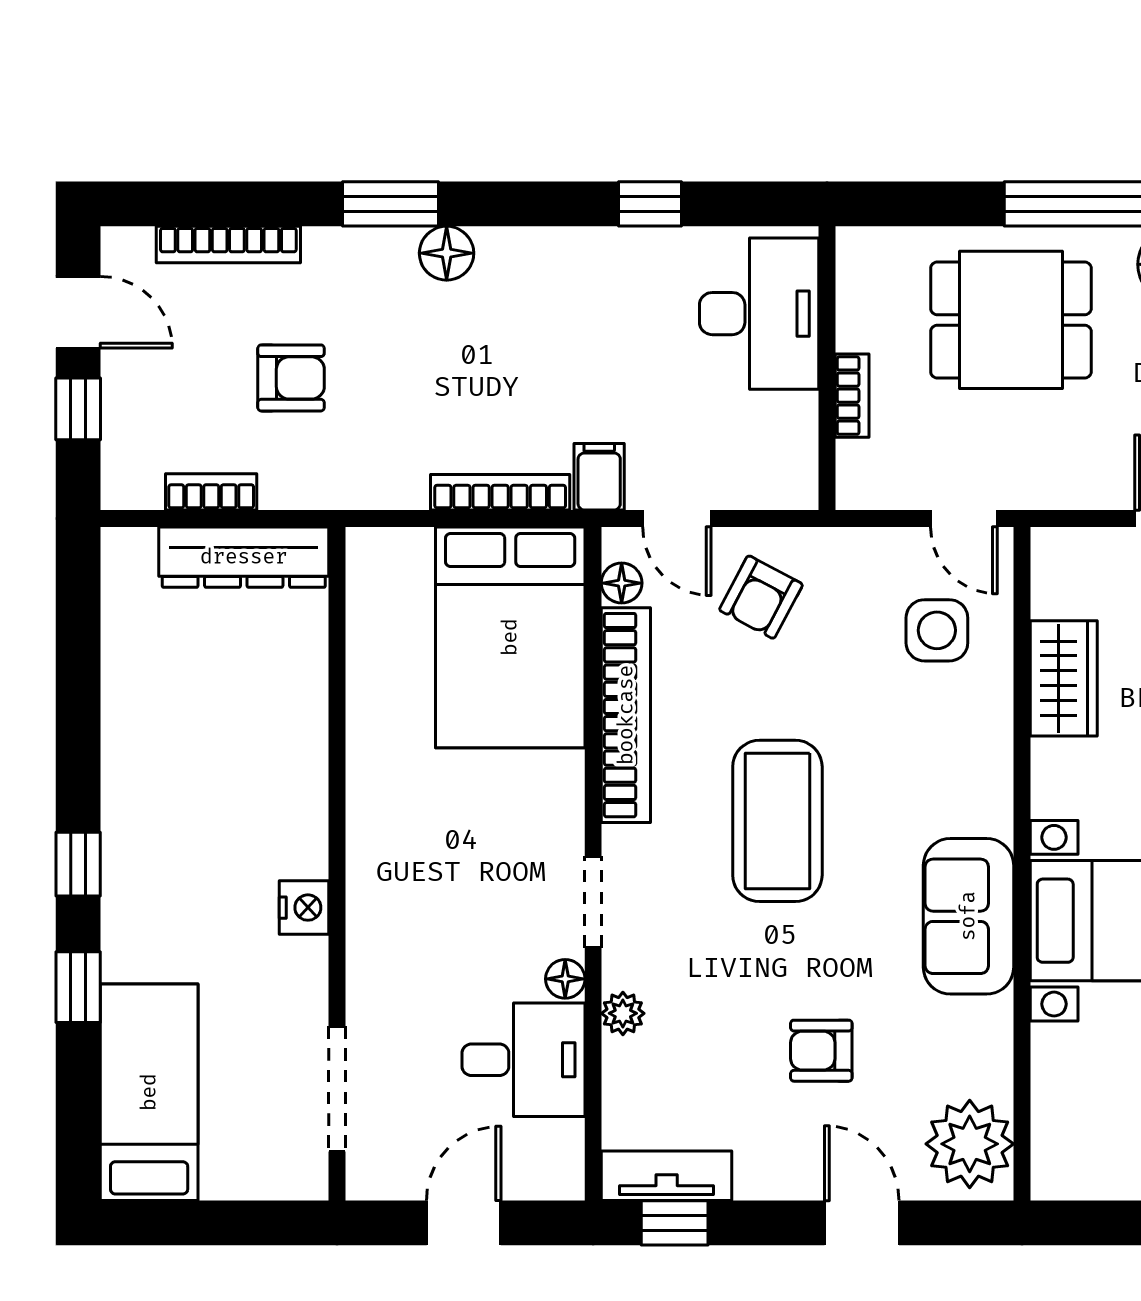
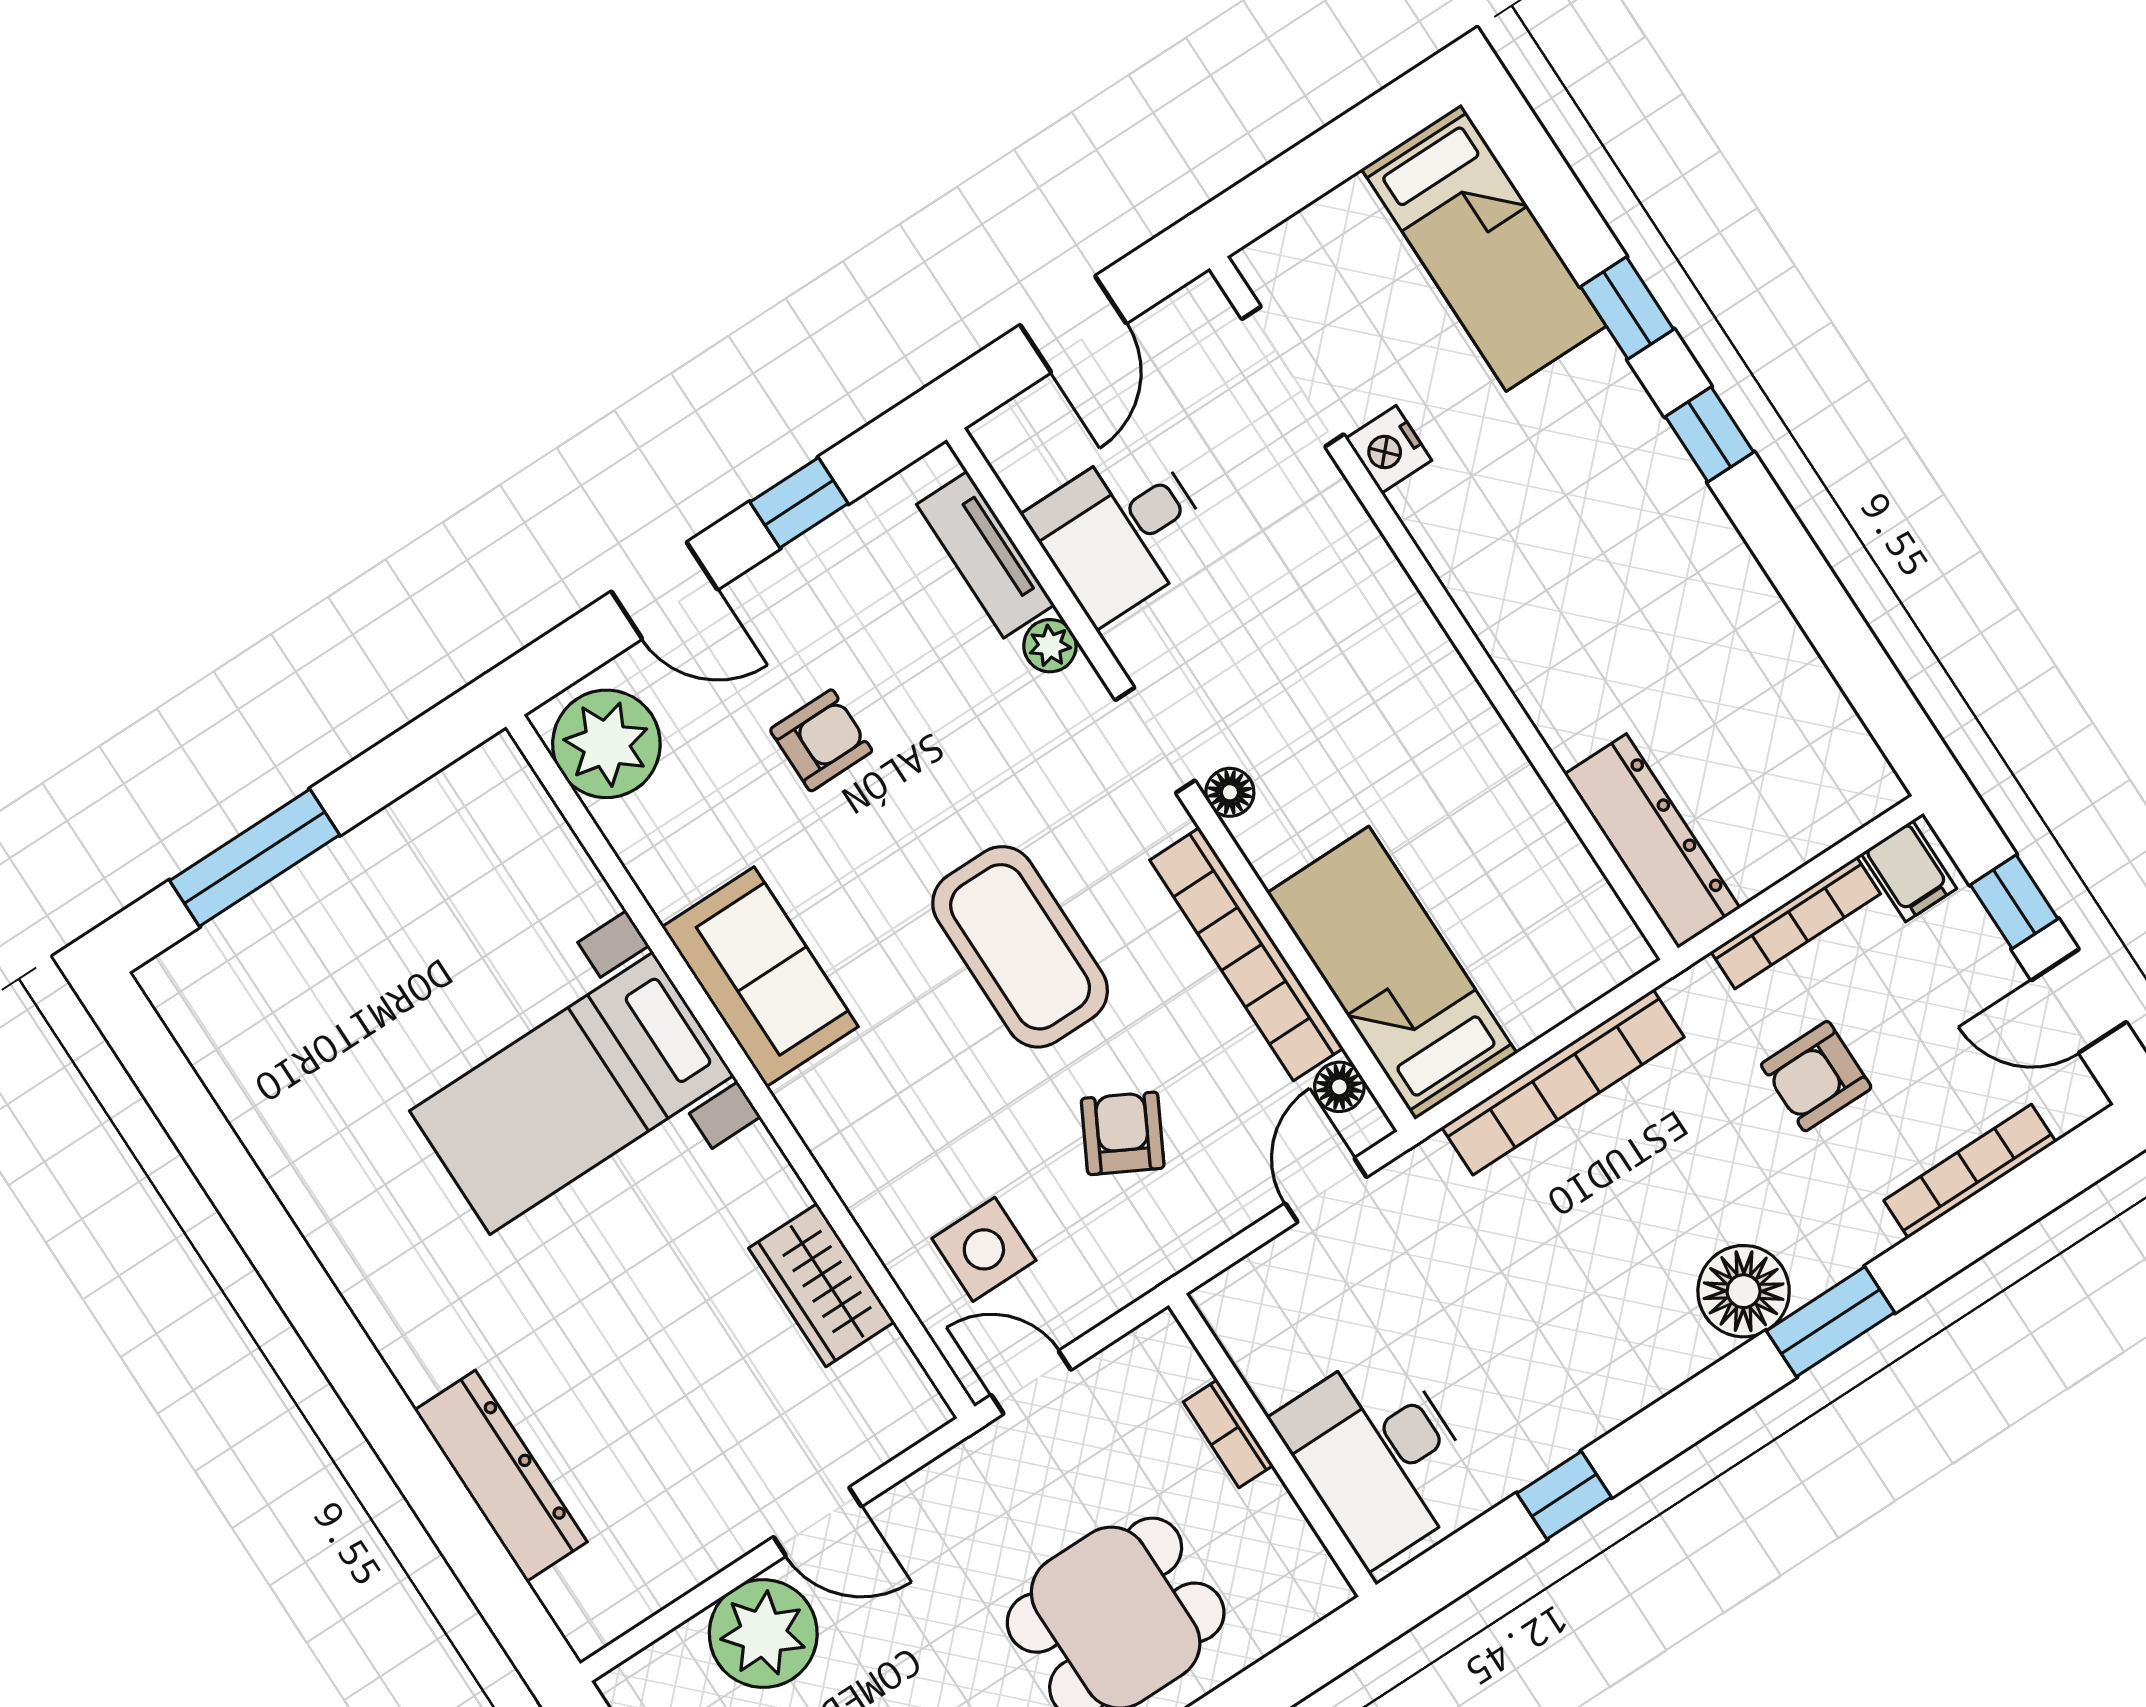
floor lamp: (447, 253) -> (1744, 1291), width x1.38, depth x1.38
filing cabinet: (599, 477) -> (1909, 871), moved
bookcase: (211, 492) -> (1796, 923), width x1.56
bookcase: (500, 492) -> (1563, 1082), width x1.48, depth x1.31
door: (677, 518) -> (1326, 1190), hinge flipped
dresser: (244, 557) -> (1652, 841), moved, turned 90
armchair: (761, 597) -> (1123, 1133), moved
bed: (510, 637) -> (1392, 973), width x0.67
nightstand: (304, 908) -> (1389, 449), moved
floor lamp: (565, 979) -> (1230, 792), moved
tv unit: (667, 1176) -> (985, 555), moved, turned 90
window: (675, 1223) -> (799, 503), moved

